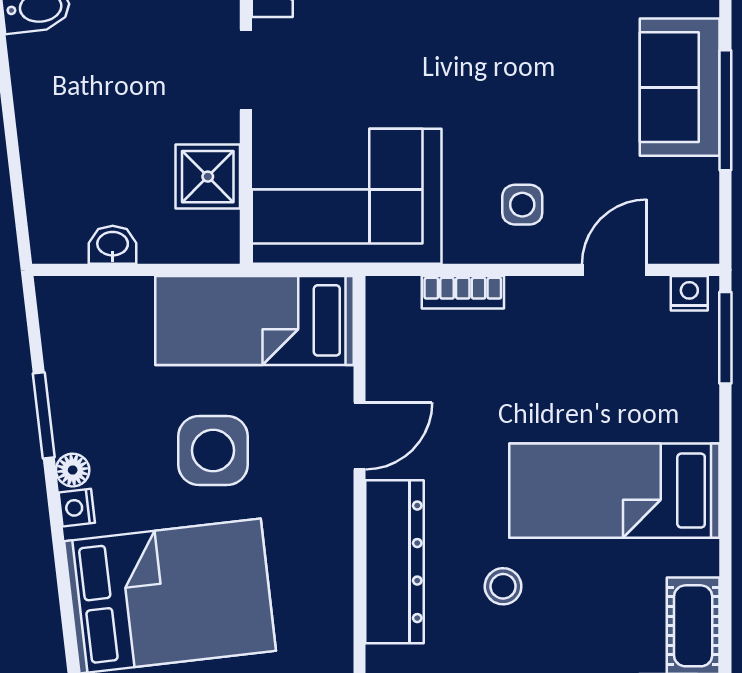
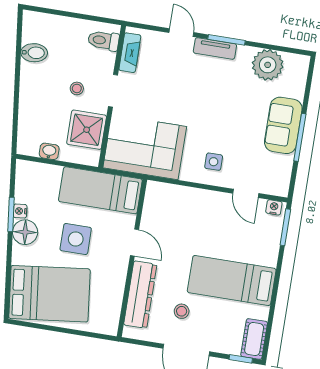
stool: (156, 79) -> (77, 88), added
shower: (208, 177) -> (87, 130), width x1.36, depth x1.36
door: (614, 270) -> (246, 193), swing flipped
bookcase: (463, 292) -> (184, 192), removed
door: (360, 436) -> (135, 243), hinge flipped
floor lamp: (73, 470) -> (25, 232), width x1.89, depth x1.89
nightstand: (77, 508) -> (20, 211), moved

